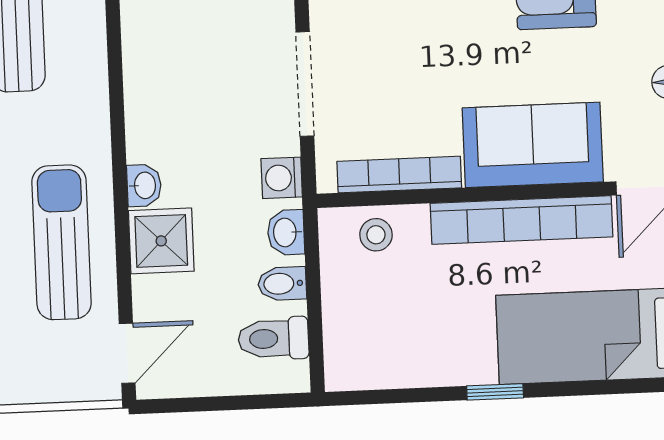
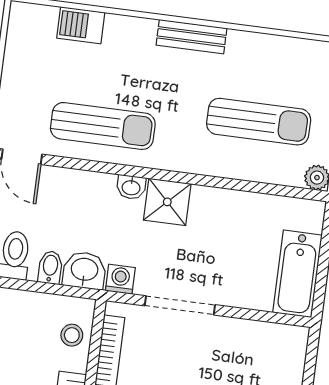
washbasin: (286, 232) -> (84, 270), width x1.38, depth x1.45
shower: (161, 241) -> (167, 202), moved

